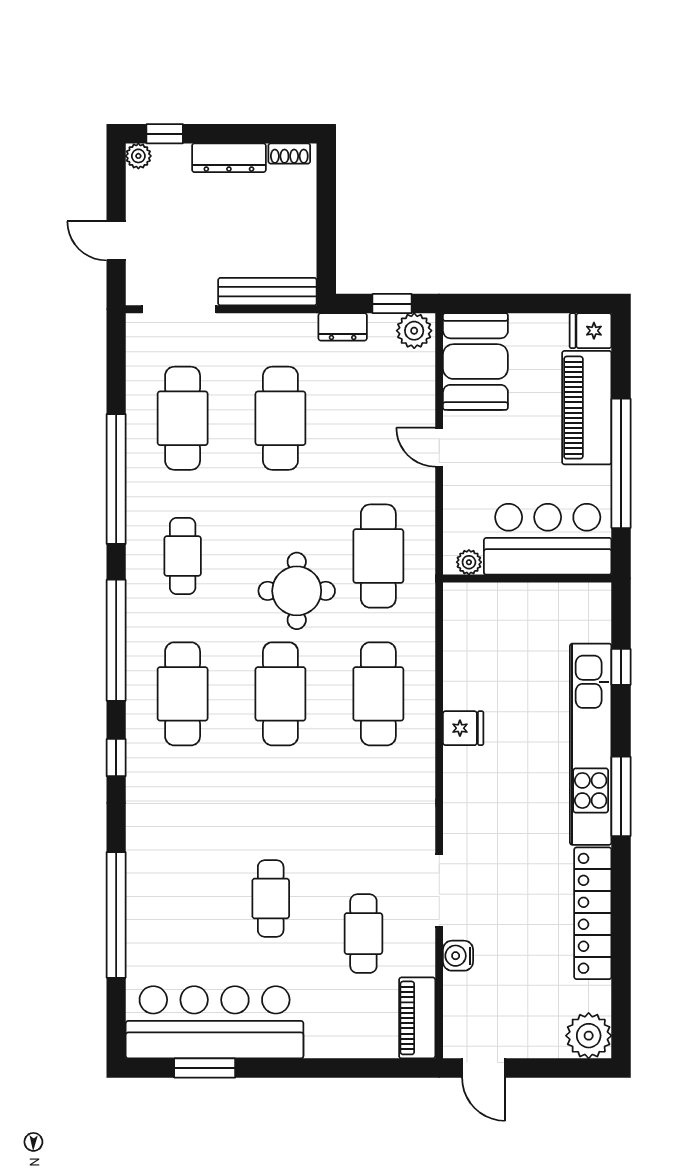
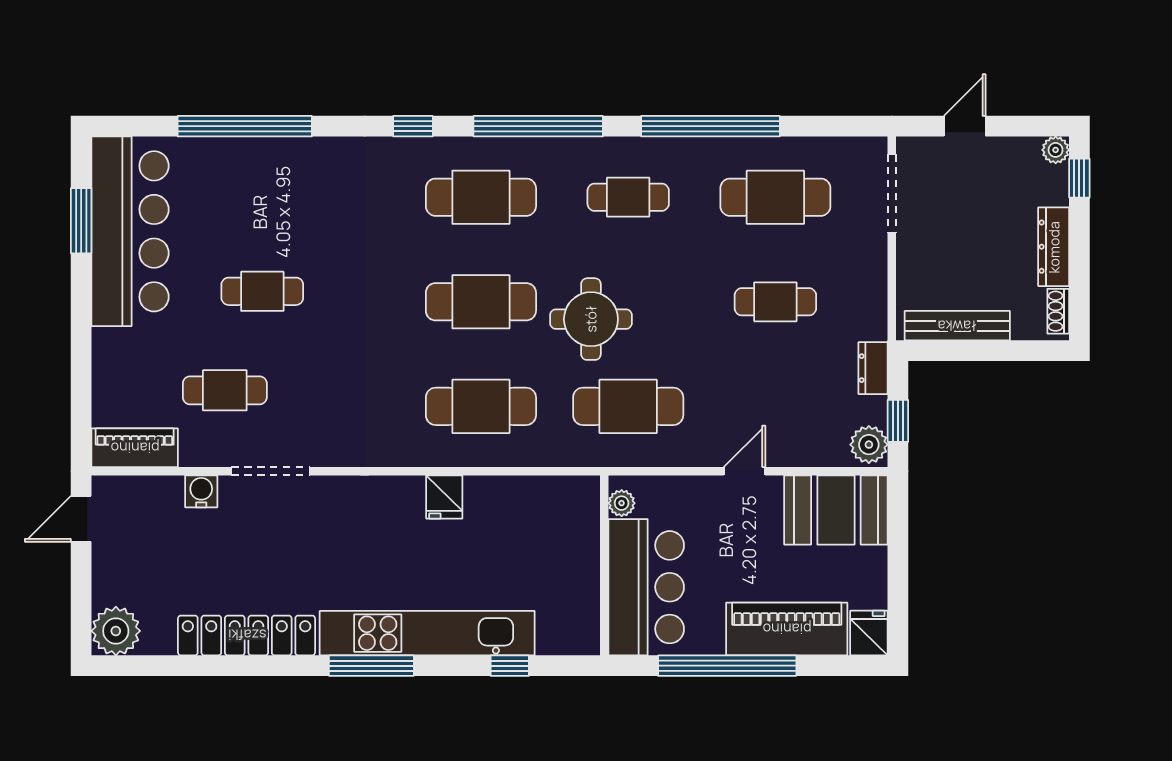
bench: (267, 292) -> (957, 326), moved, turned 90
cafe table: (280, 418) -> (775, 302), width x0.73, depth x0.74

